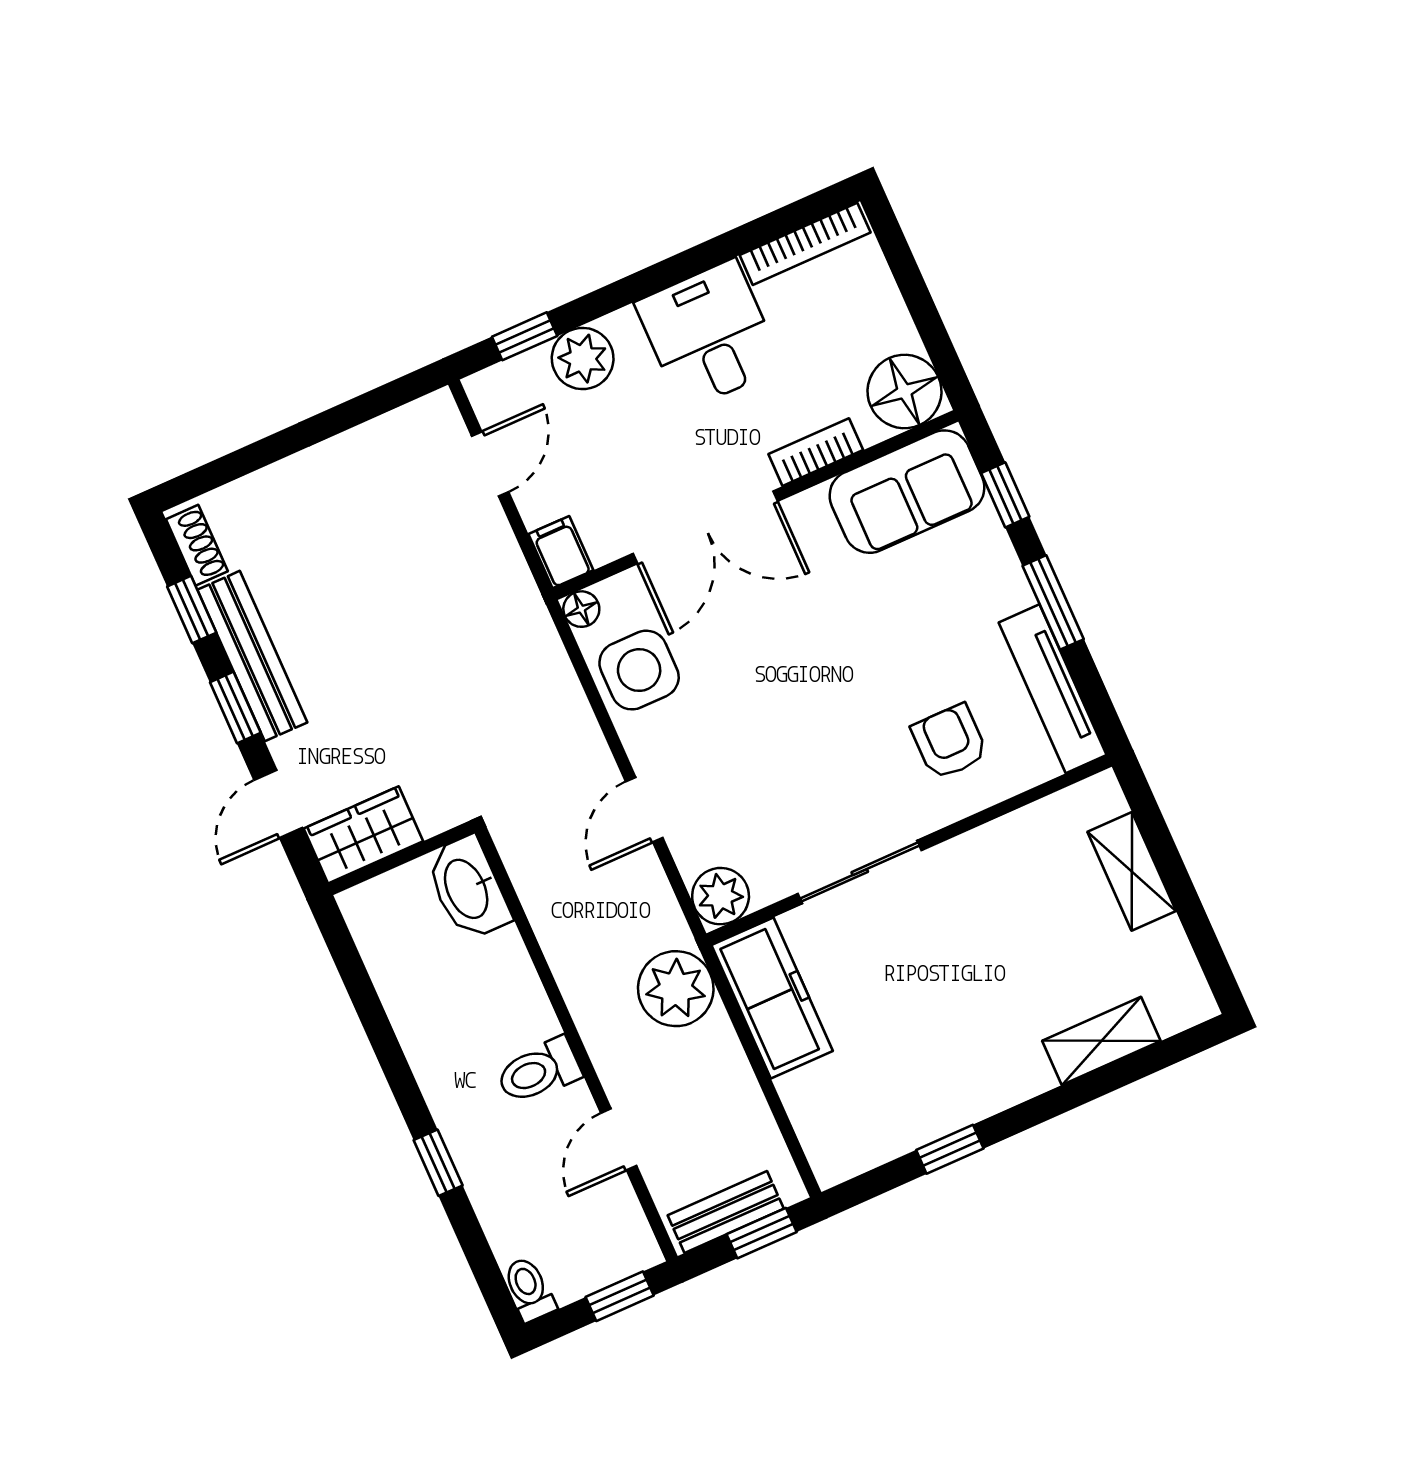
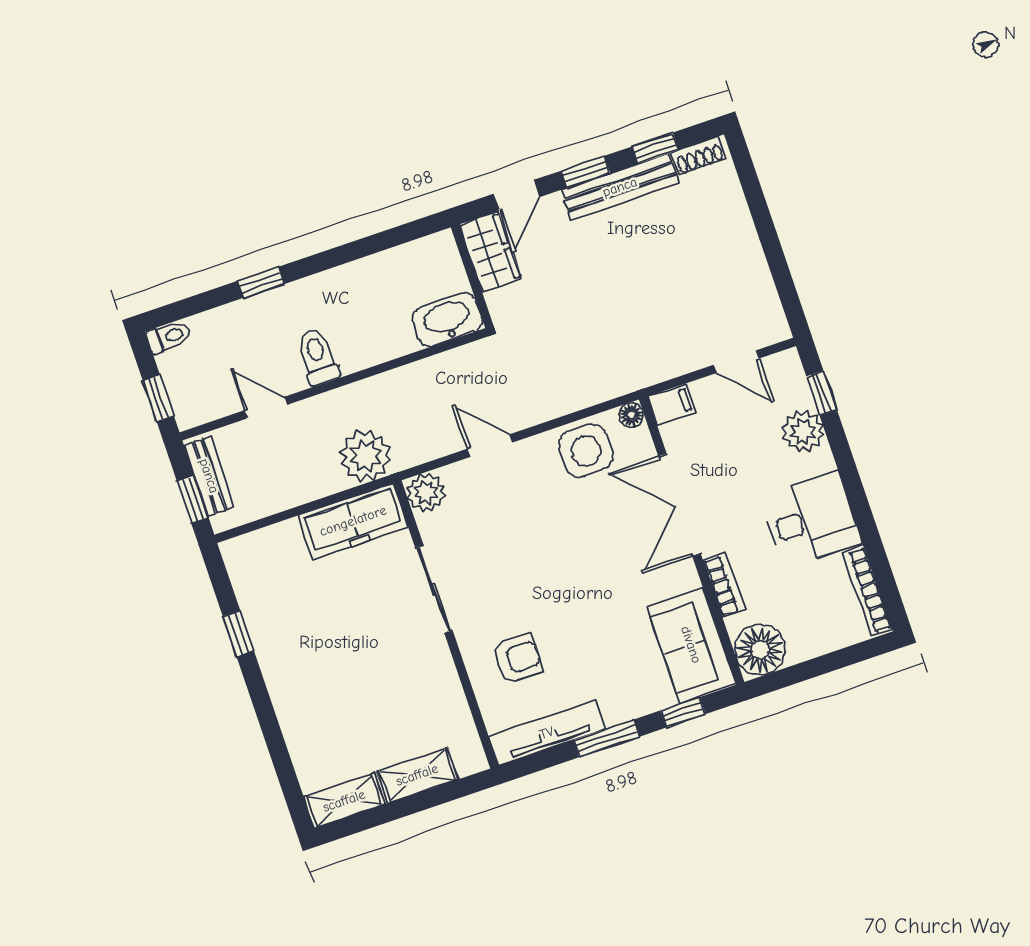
door: (278, 804) -> (517, 195), swing flipped
shelving: (1101, 1041) -> (344, 801), moved, turned 90

